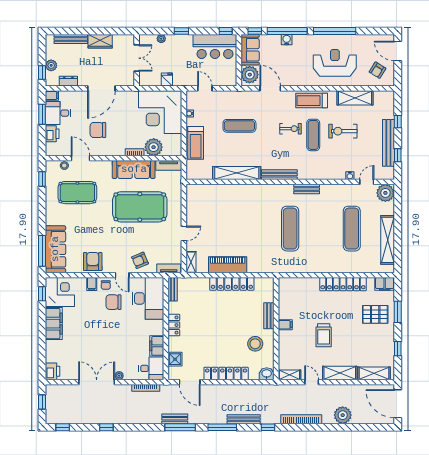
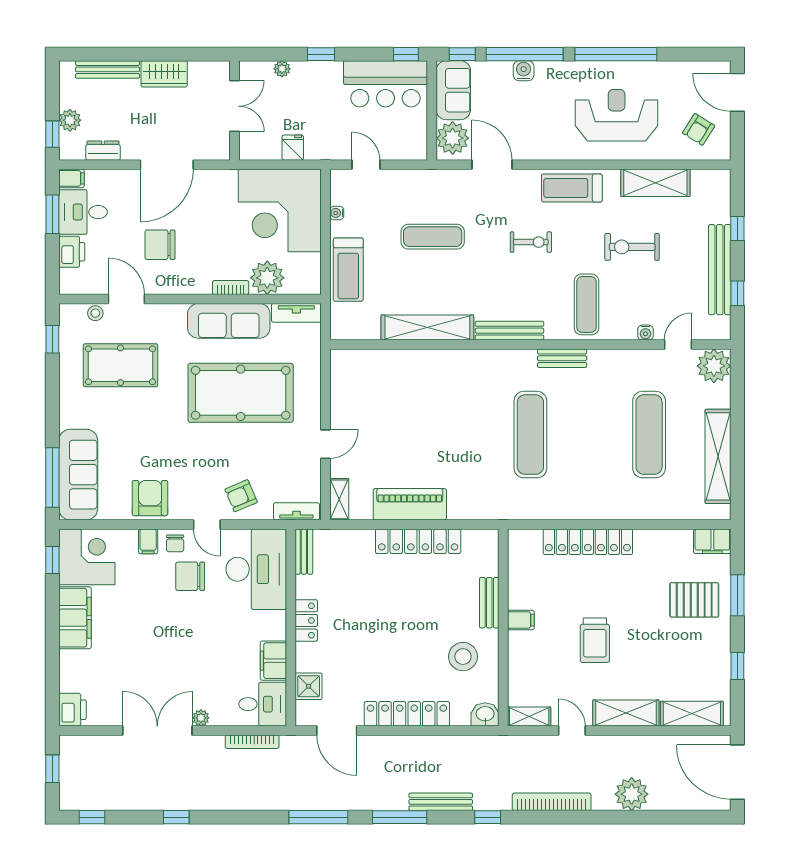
exercise mat: (313, 135) -> (586, 304), moved
locker: (343, 284) -> (588, 542), moved
bench: (175, 419) -> (308, 801), removed

